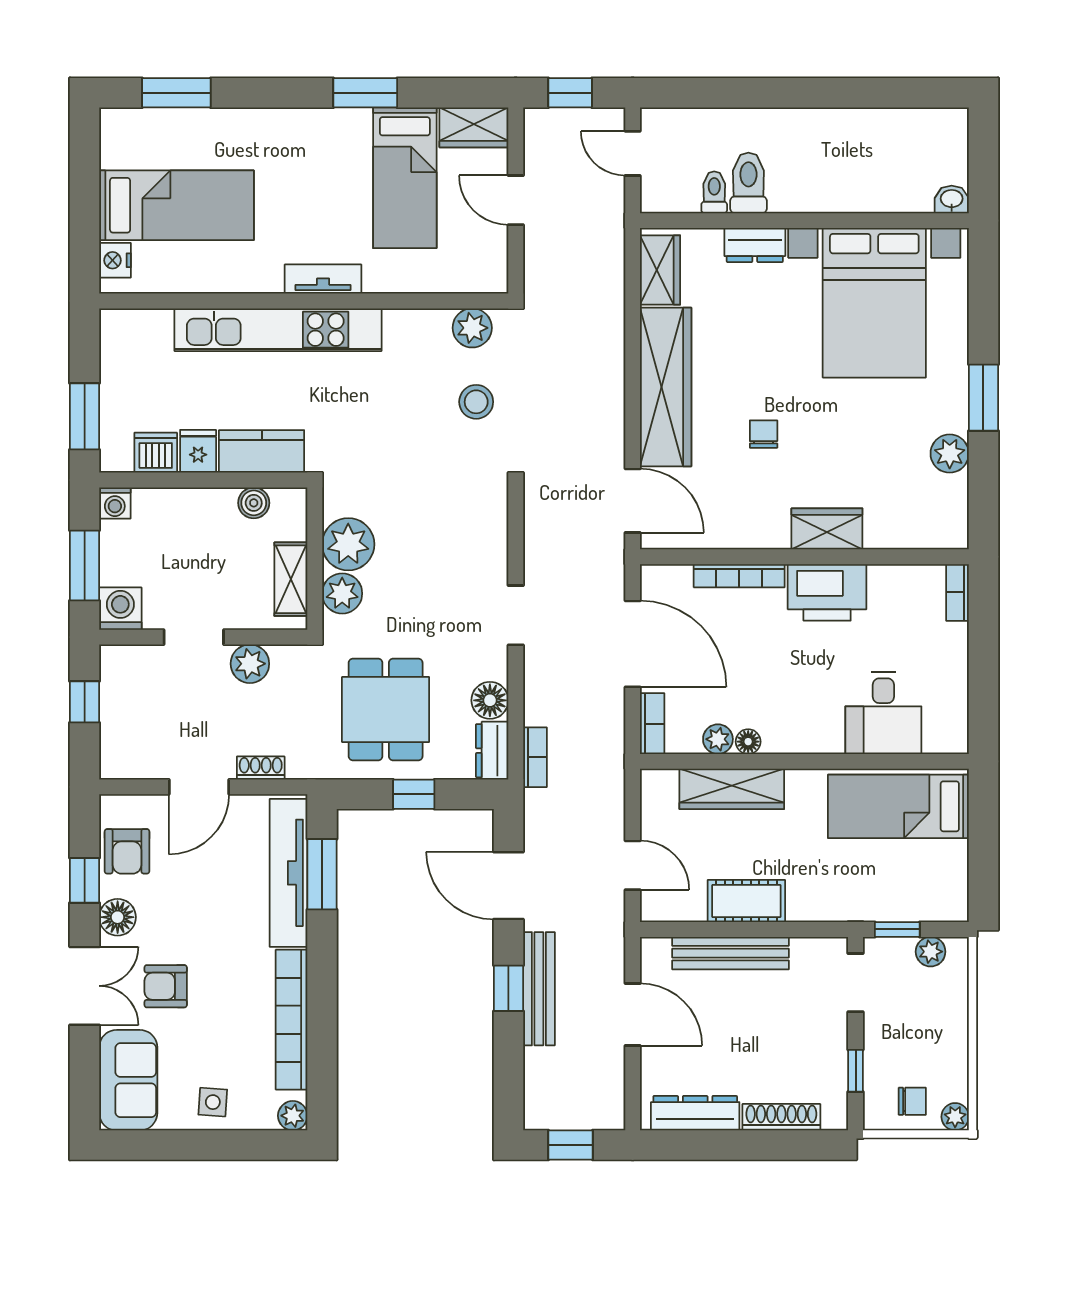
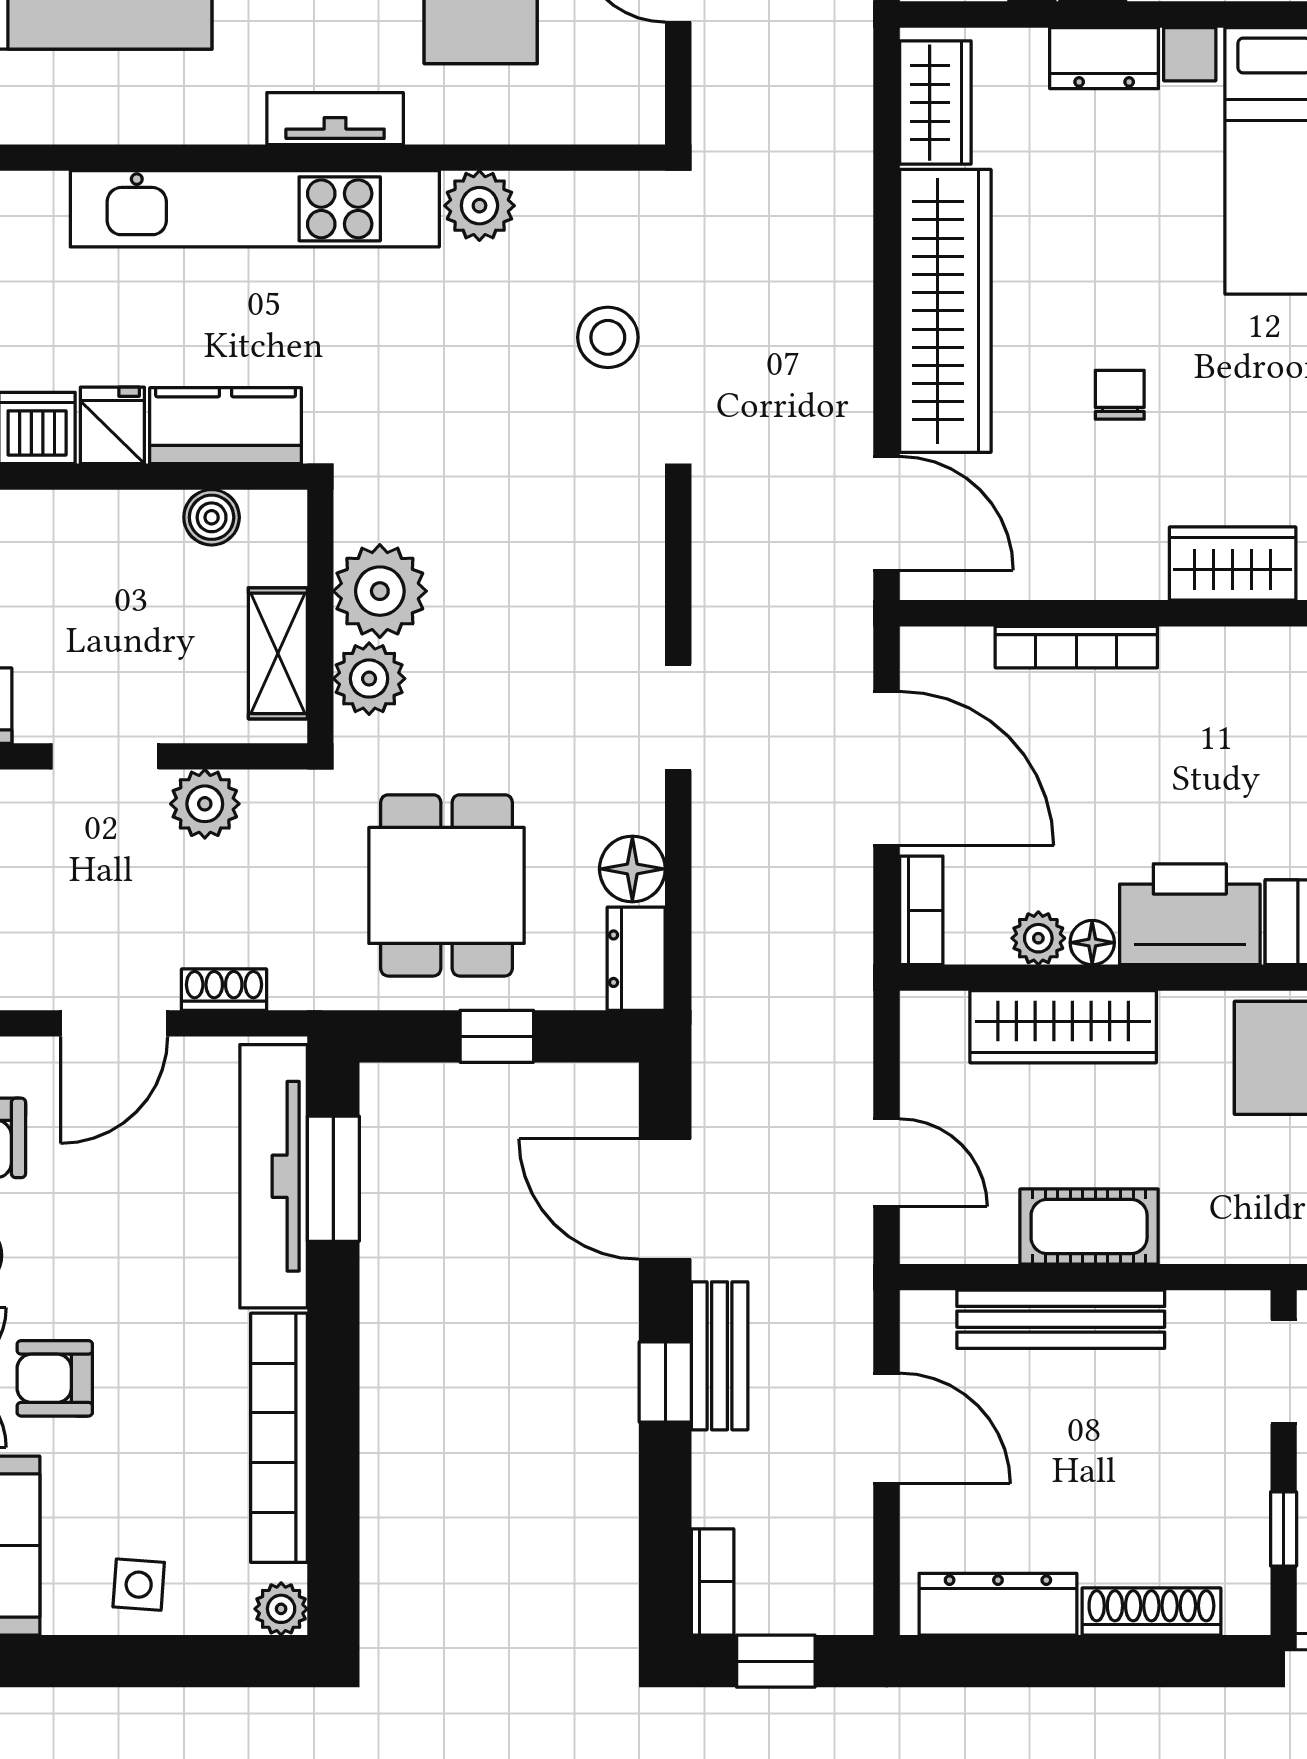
plant: (472, 328) -> (479, 206), moved
printer: (827, 592) -> (1190, 914), moved, turned 180
bookcase: (535, 757) -> (713, 1582), moved
bench: (539, 989) -> (720, 1356), width x0.73

